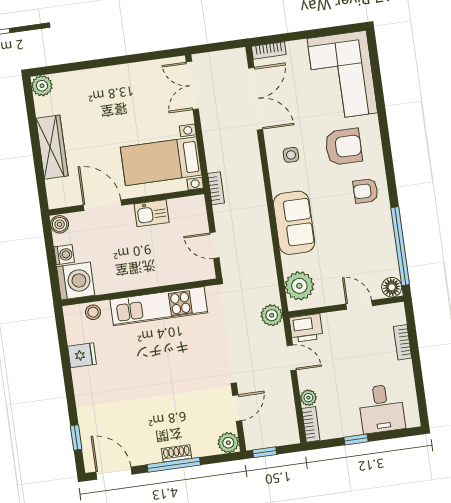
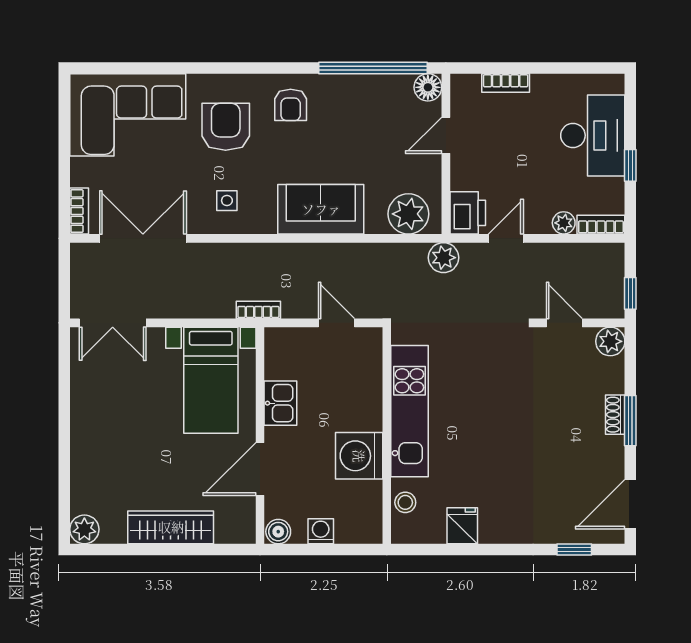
door: (214, 245) -> (336, 323), swing flipped
washing machine: (76, 281) -> (359, 456), moved, turned -90
desk: (382, 409) -> (593, 135), width x1.37
window: (174, 465) -> (630, 421), width x0.69

